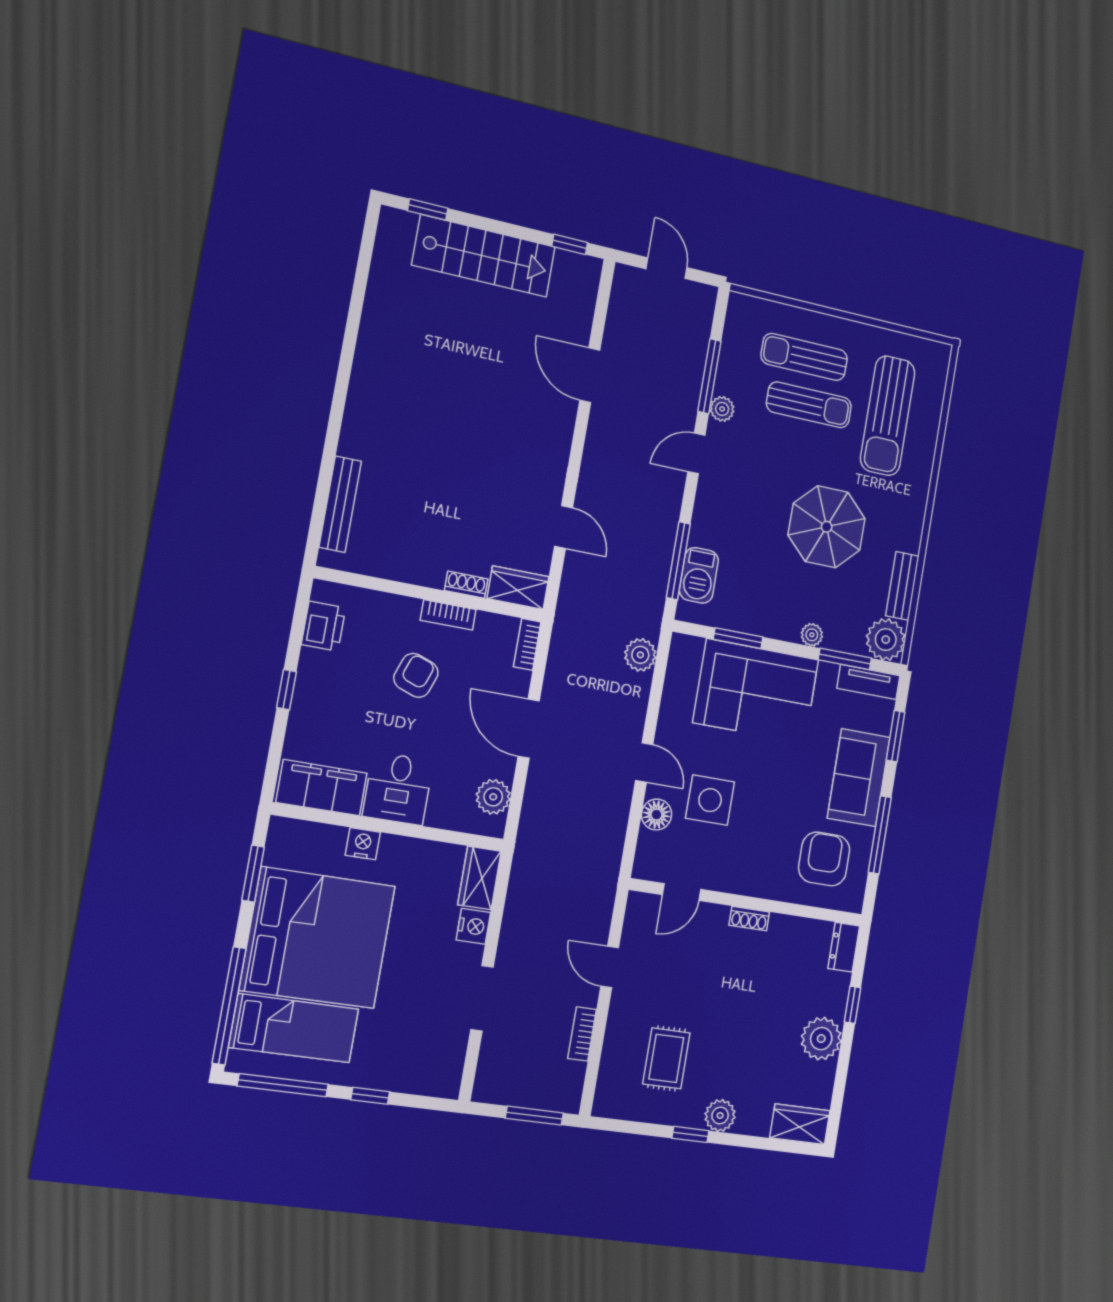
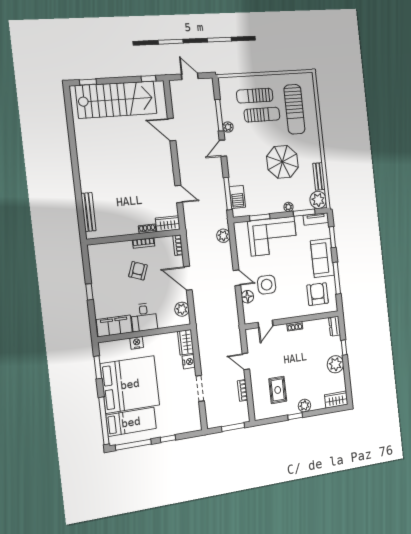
stairs: (484, 256) -> (116, 100), width x1.36, depth x1.51
printer: (324, 626) -> (96, 262), removed

